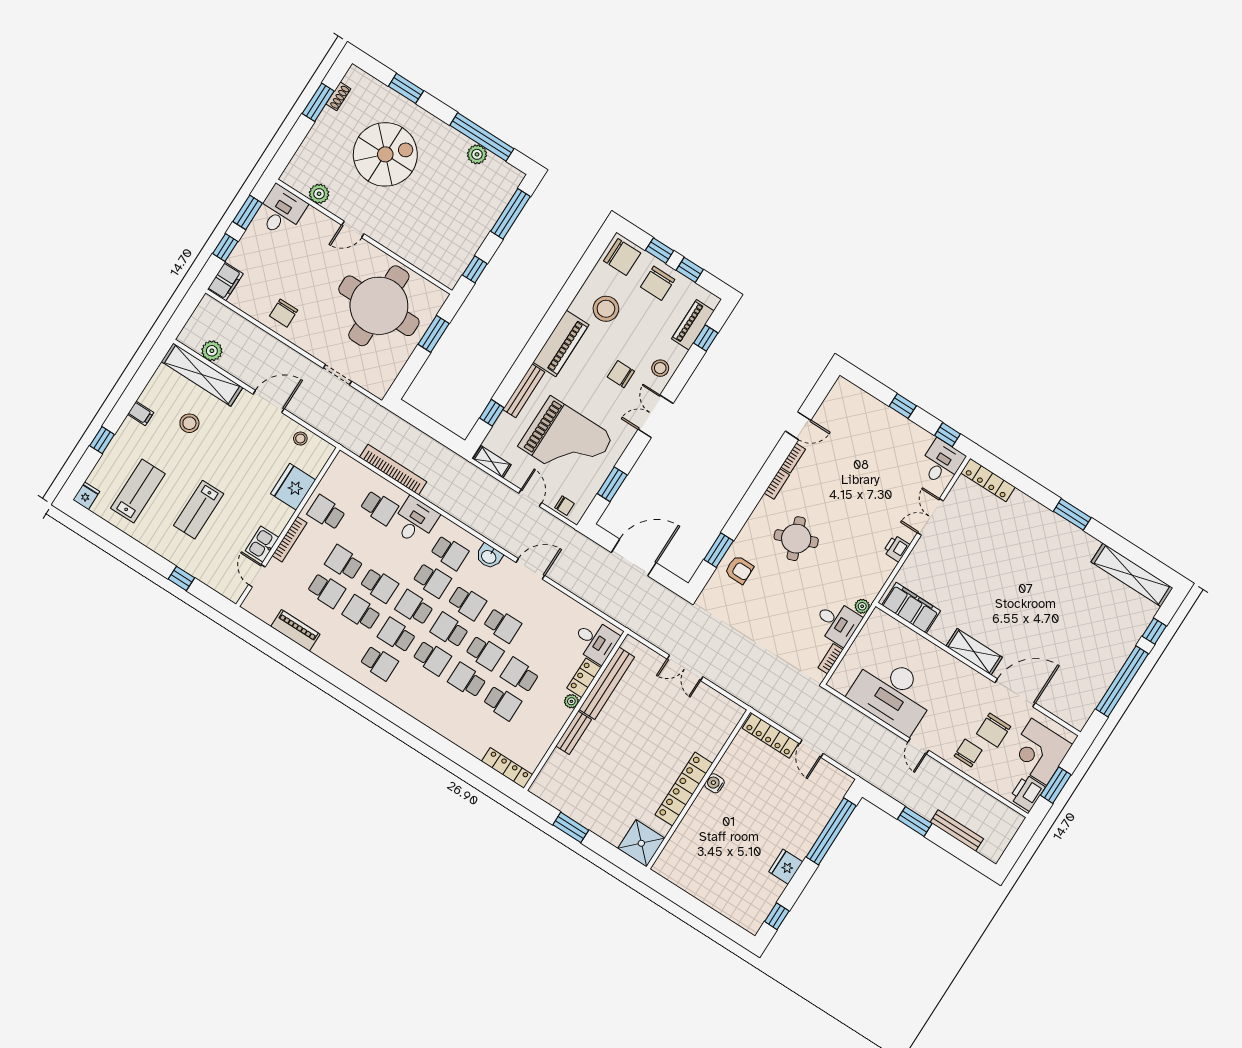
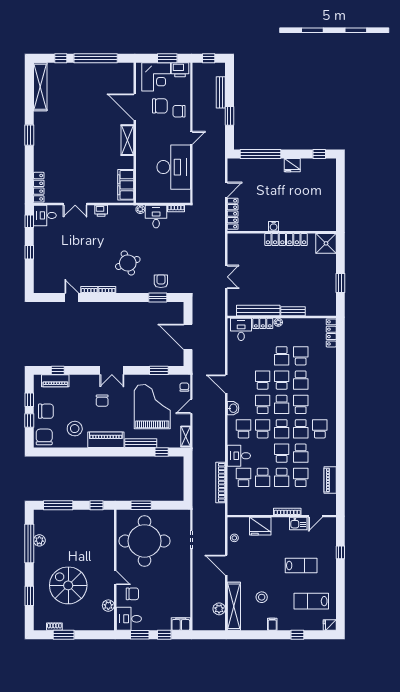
chair: (284, 313) -> (132, 594), moved
stool: (660, 368) -> (87, 383), removed
school desk: (326, 513) -> (263, 477), moved
window: (1017, 845) -> (209, 58), added

